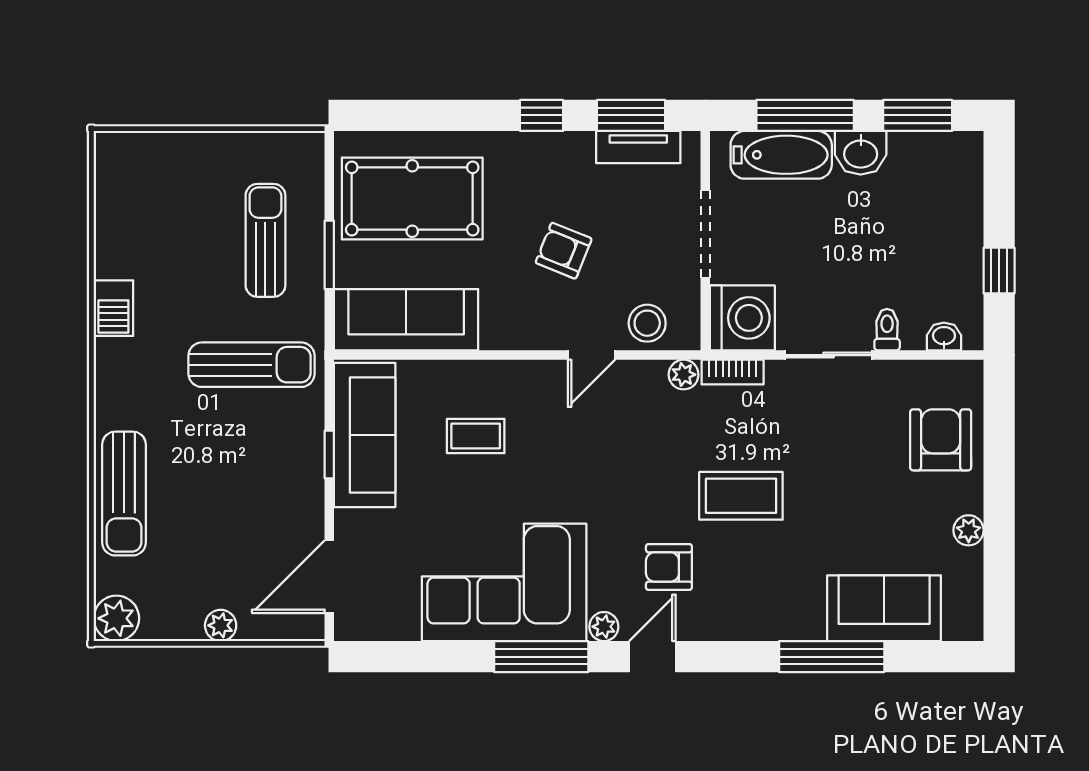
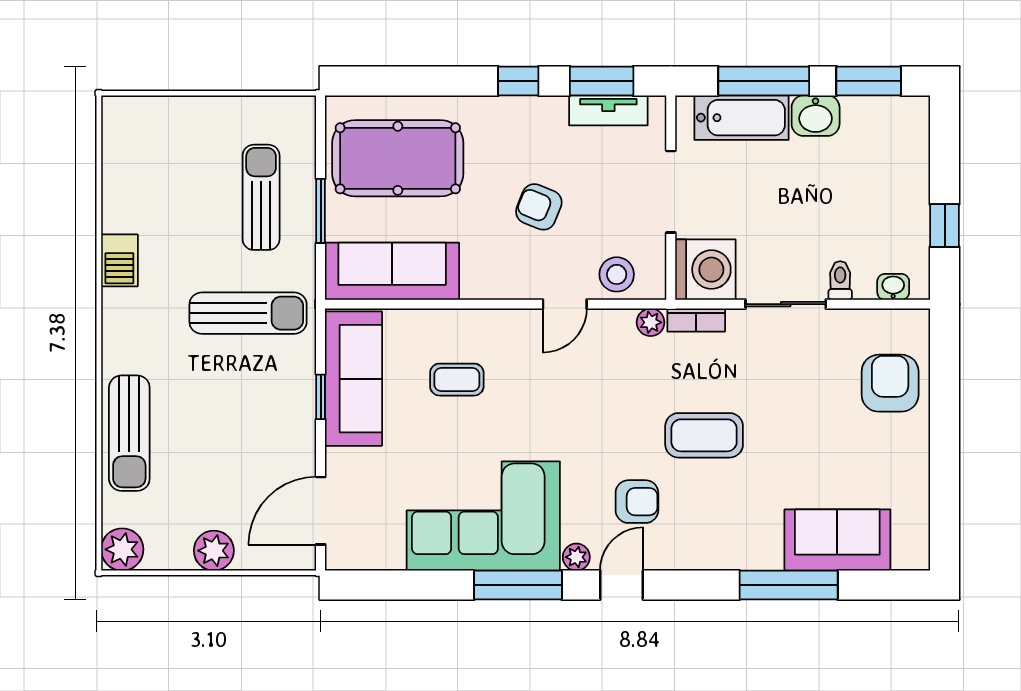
plant: (969, 530) -> (916, 467), removed
armchair: (669, 567) -> (637, 502), turned 180
plant: (221, 625) -> (214, 551), width x1.38, depth x1.38

